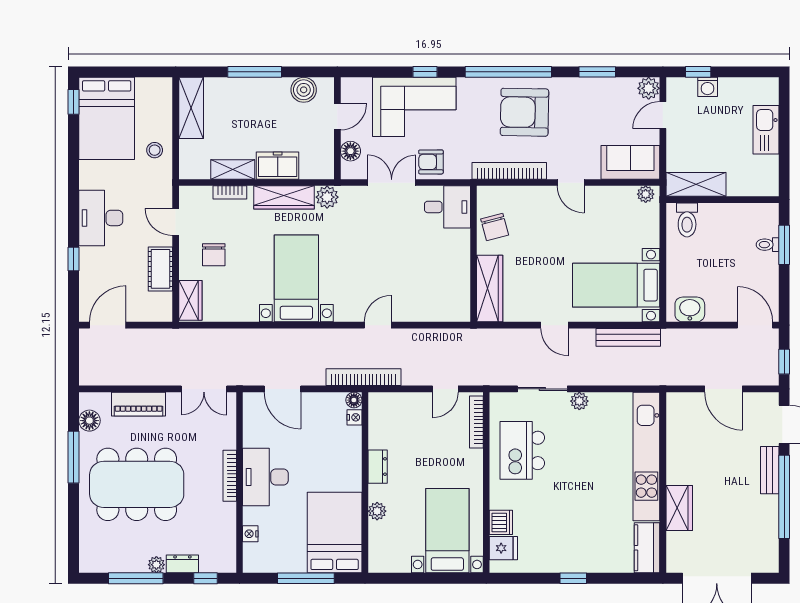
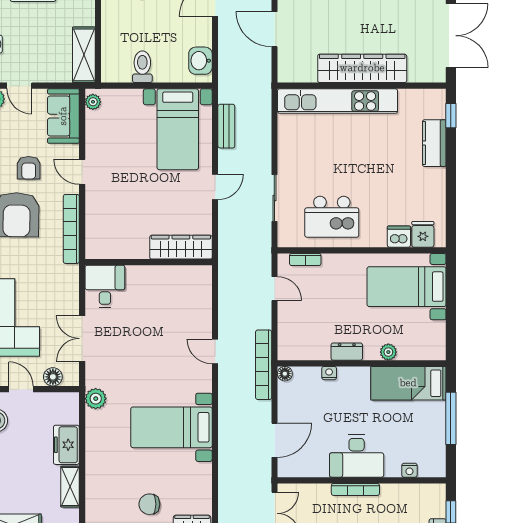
armchair: (431, 162) -> (29, 168), moved
door: (571, 183) -> (82, 172), swing flipped
bookcase: (230, 192) -> (91, 489), removed
wardrobe: (284, 197) -> (96, 439), removed
toilet: (687, 220) -> (142, 67), moved, turned -90
chair: (495, 227) -> (124, 243), removed
chair: (214, 255) -> (149, 504), turned 180
bench: (628, 337) -> (226, 126), width x0.73
door: (724, 389) -> (274, 29), swing flipped
plant: (579, 401) -> (286, 164), removed
nightstand: (355, 417) -> (329, 373), moved
bookcase: (476, 422) -> (305, 259), width x0.64
wardrobe: (679, 508) -> (362, 68), width x2.10, depth x1.17
bed: (335, 533) -> (408, 383), width x0.67
kitchen counter: (647, 548) -> (434, 143), moved, turned 90
window: (573, 578) -> (451, 116), moved

